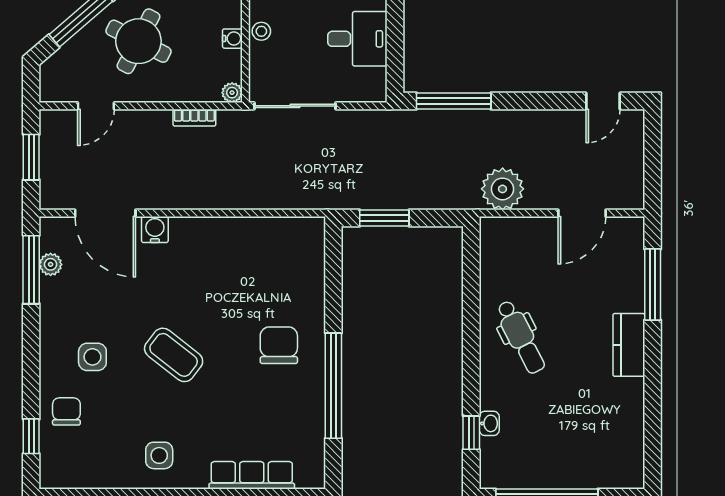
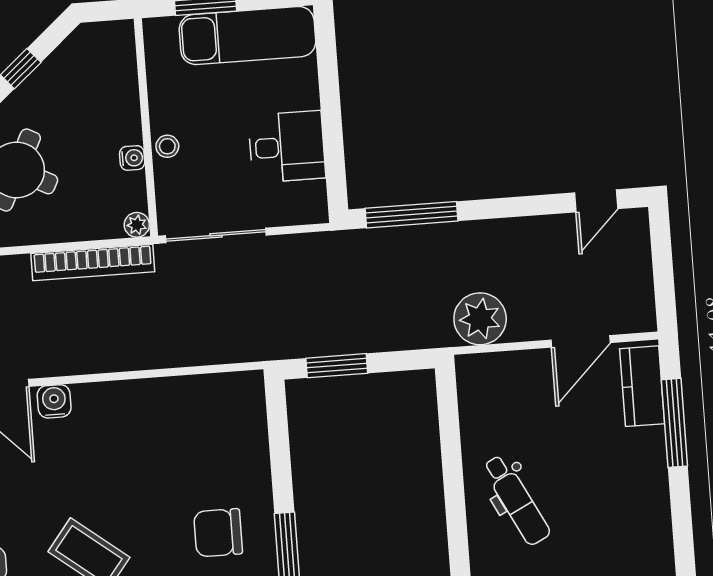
bookcase: (194, 118) -> (93, 263), width x2.31, depth x1.31
chair: (279, 345) -> (218, 533), turned -90
kitchen counter: (629, 345) -> (642, 386), moved

